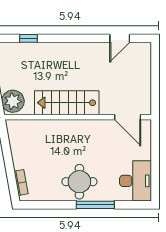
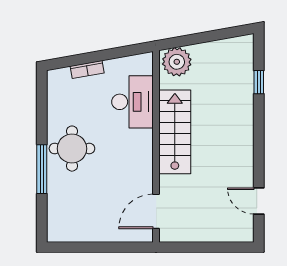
desk: (136, 181) -> (132, 102), moved, turned -90
bookcase: (21, 183) -> (87, 70), moved

